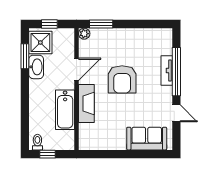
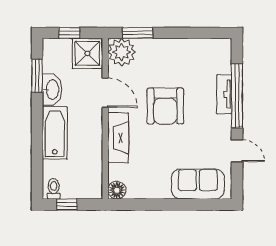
plant: (84, 34) -> (122, 52), width x1.88, depth x1.88
shower: (40, 42) -> (87, 53), moved
door: (77, 69) -> (105, 93), hinge flipped
bathtub: (65, 110) -> (55, 133), moved, turned 180
floor lamp: (85, 143) -> (117, 190), added

